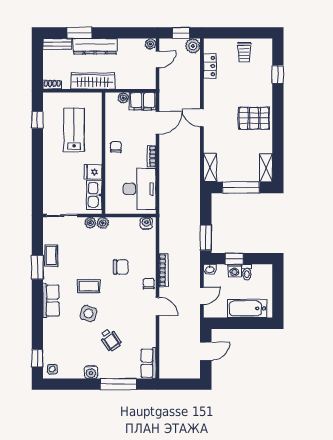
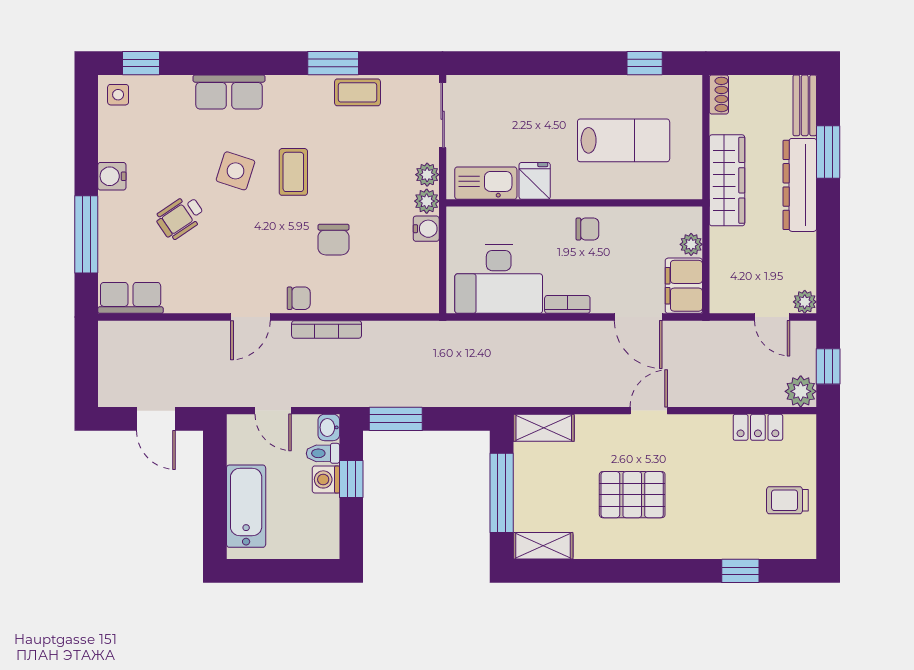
pallet: (254, 118) -> (632, 495), moved, turned 90
water cooler: (146, 223) -> (426, 229), moved
toilet: (247, 272) -> (323, 453), moved
row of seats: (51, 300) -> (229, 92), moved

